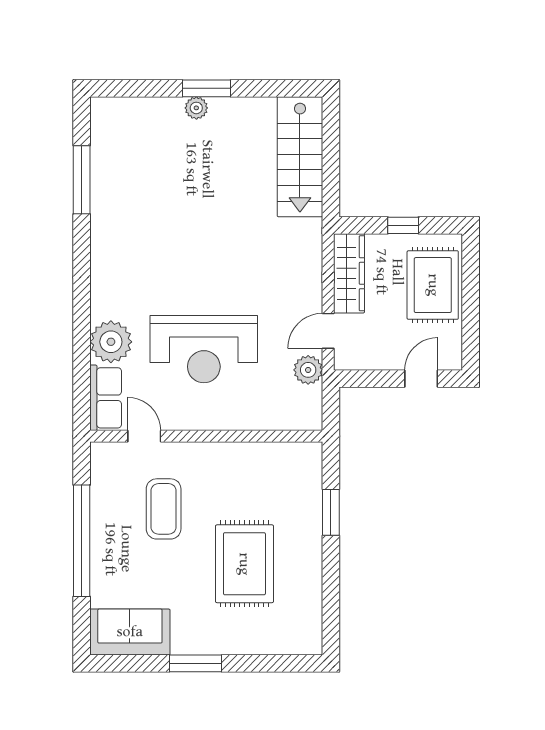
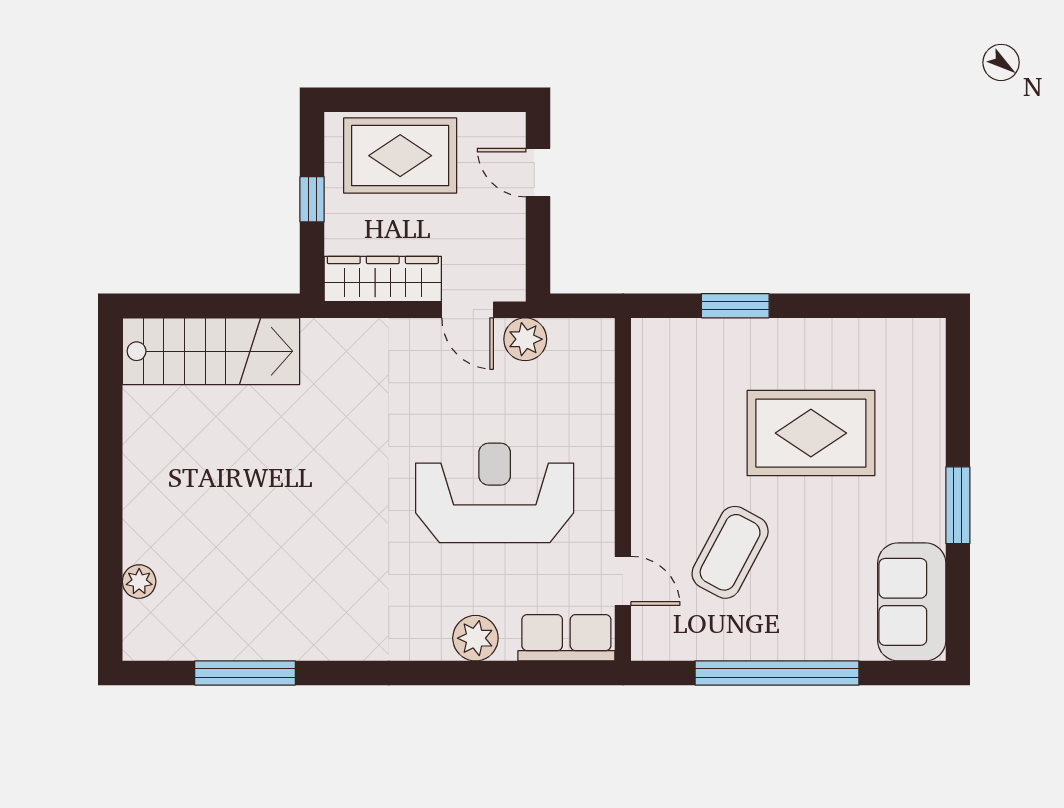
window: (207, 88) -> (110, 489), removed
plant: (196, 108) -> (139, 582), moved
plant: (111, 342) -> (475, 638), width x0.73, depth x0.73
reception desk: (204, 349) -> (495, 493), turned -90
door: (144, 436) -> (623, 581), swing flipped
coffee table: (164, 509) -> (730, 552), turned -62

